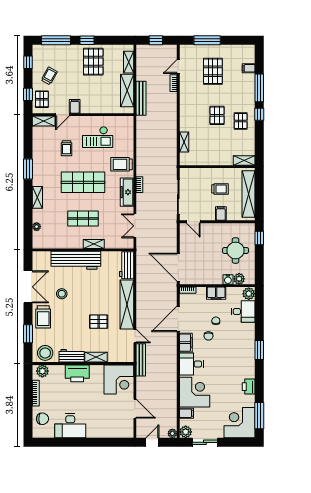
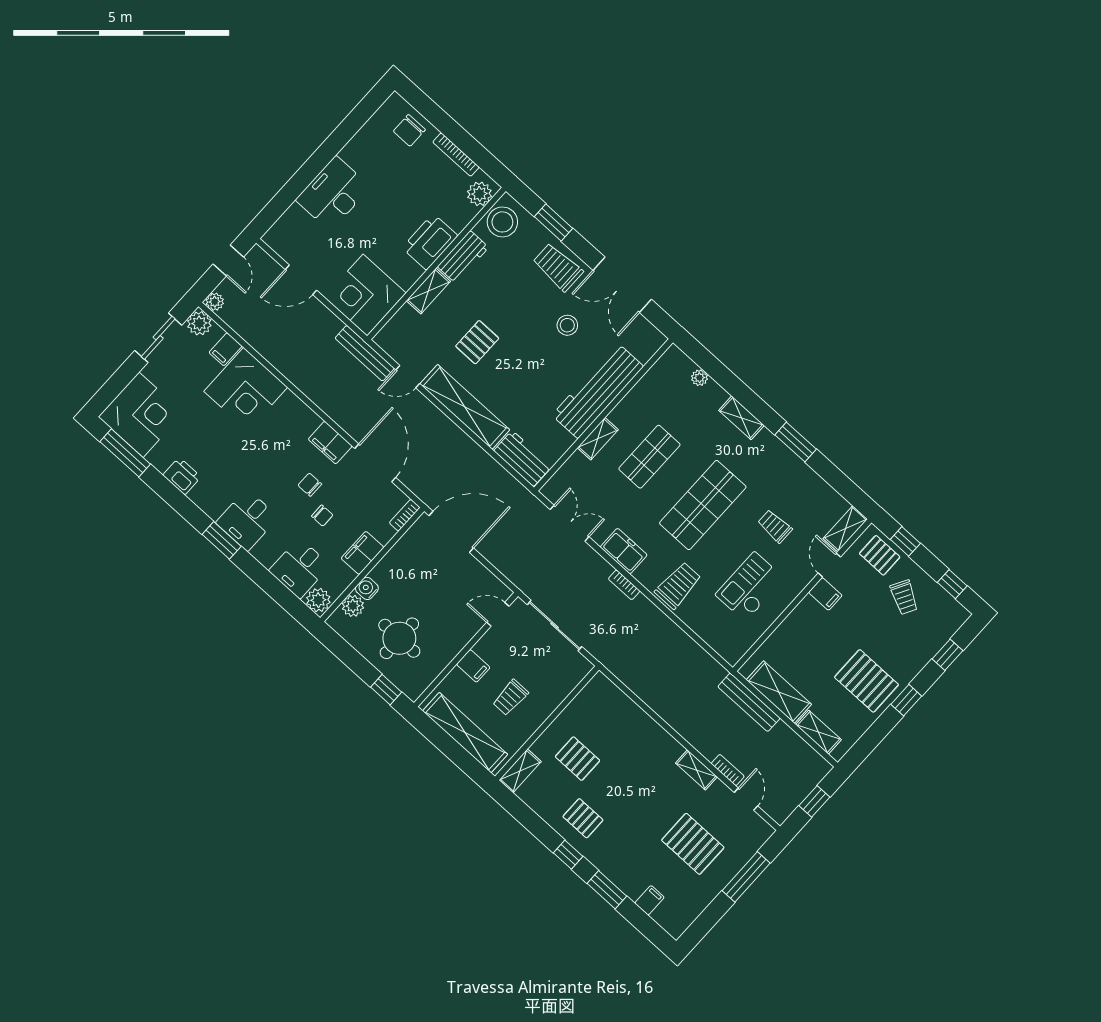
window: (56, 40) -> (947, 655), width x0.46
window: (259, 88) -> (607, 890), width x0.69
pallet: (217, 115) -> (577, 759), moved
shelving: (184, 142) -> (696, 770), moved
freezer: (127, 192) -> (624, 551), width x0.71
desk: (191, 364) -> (247, 520), moved, turned 180
desk: (70, 426) -> (333, 193), moved

